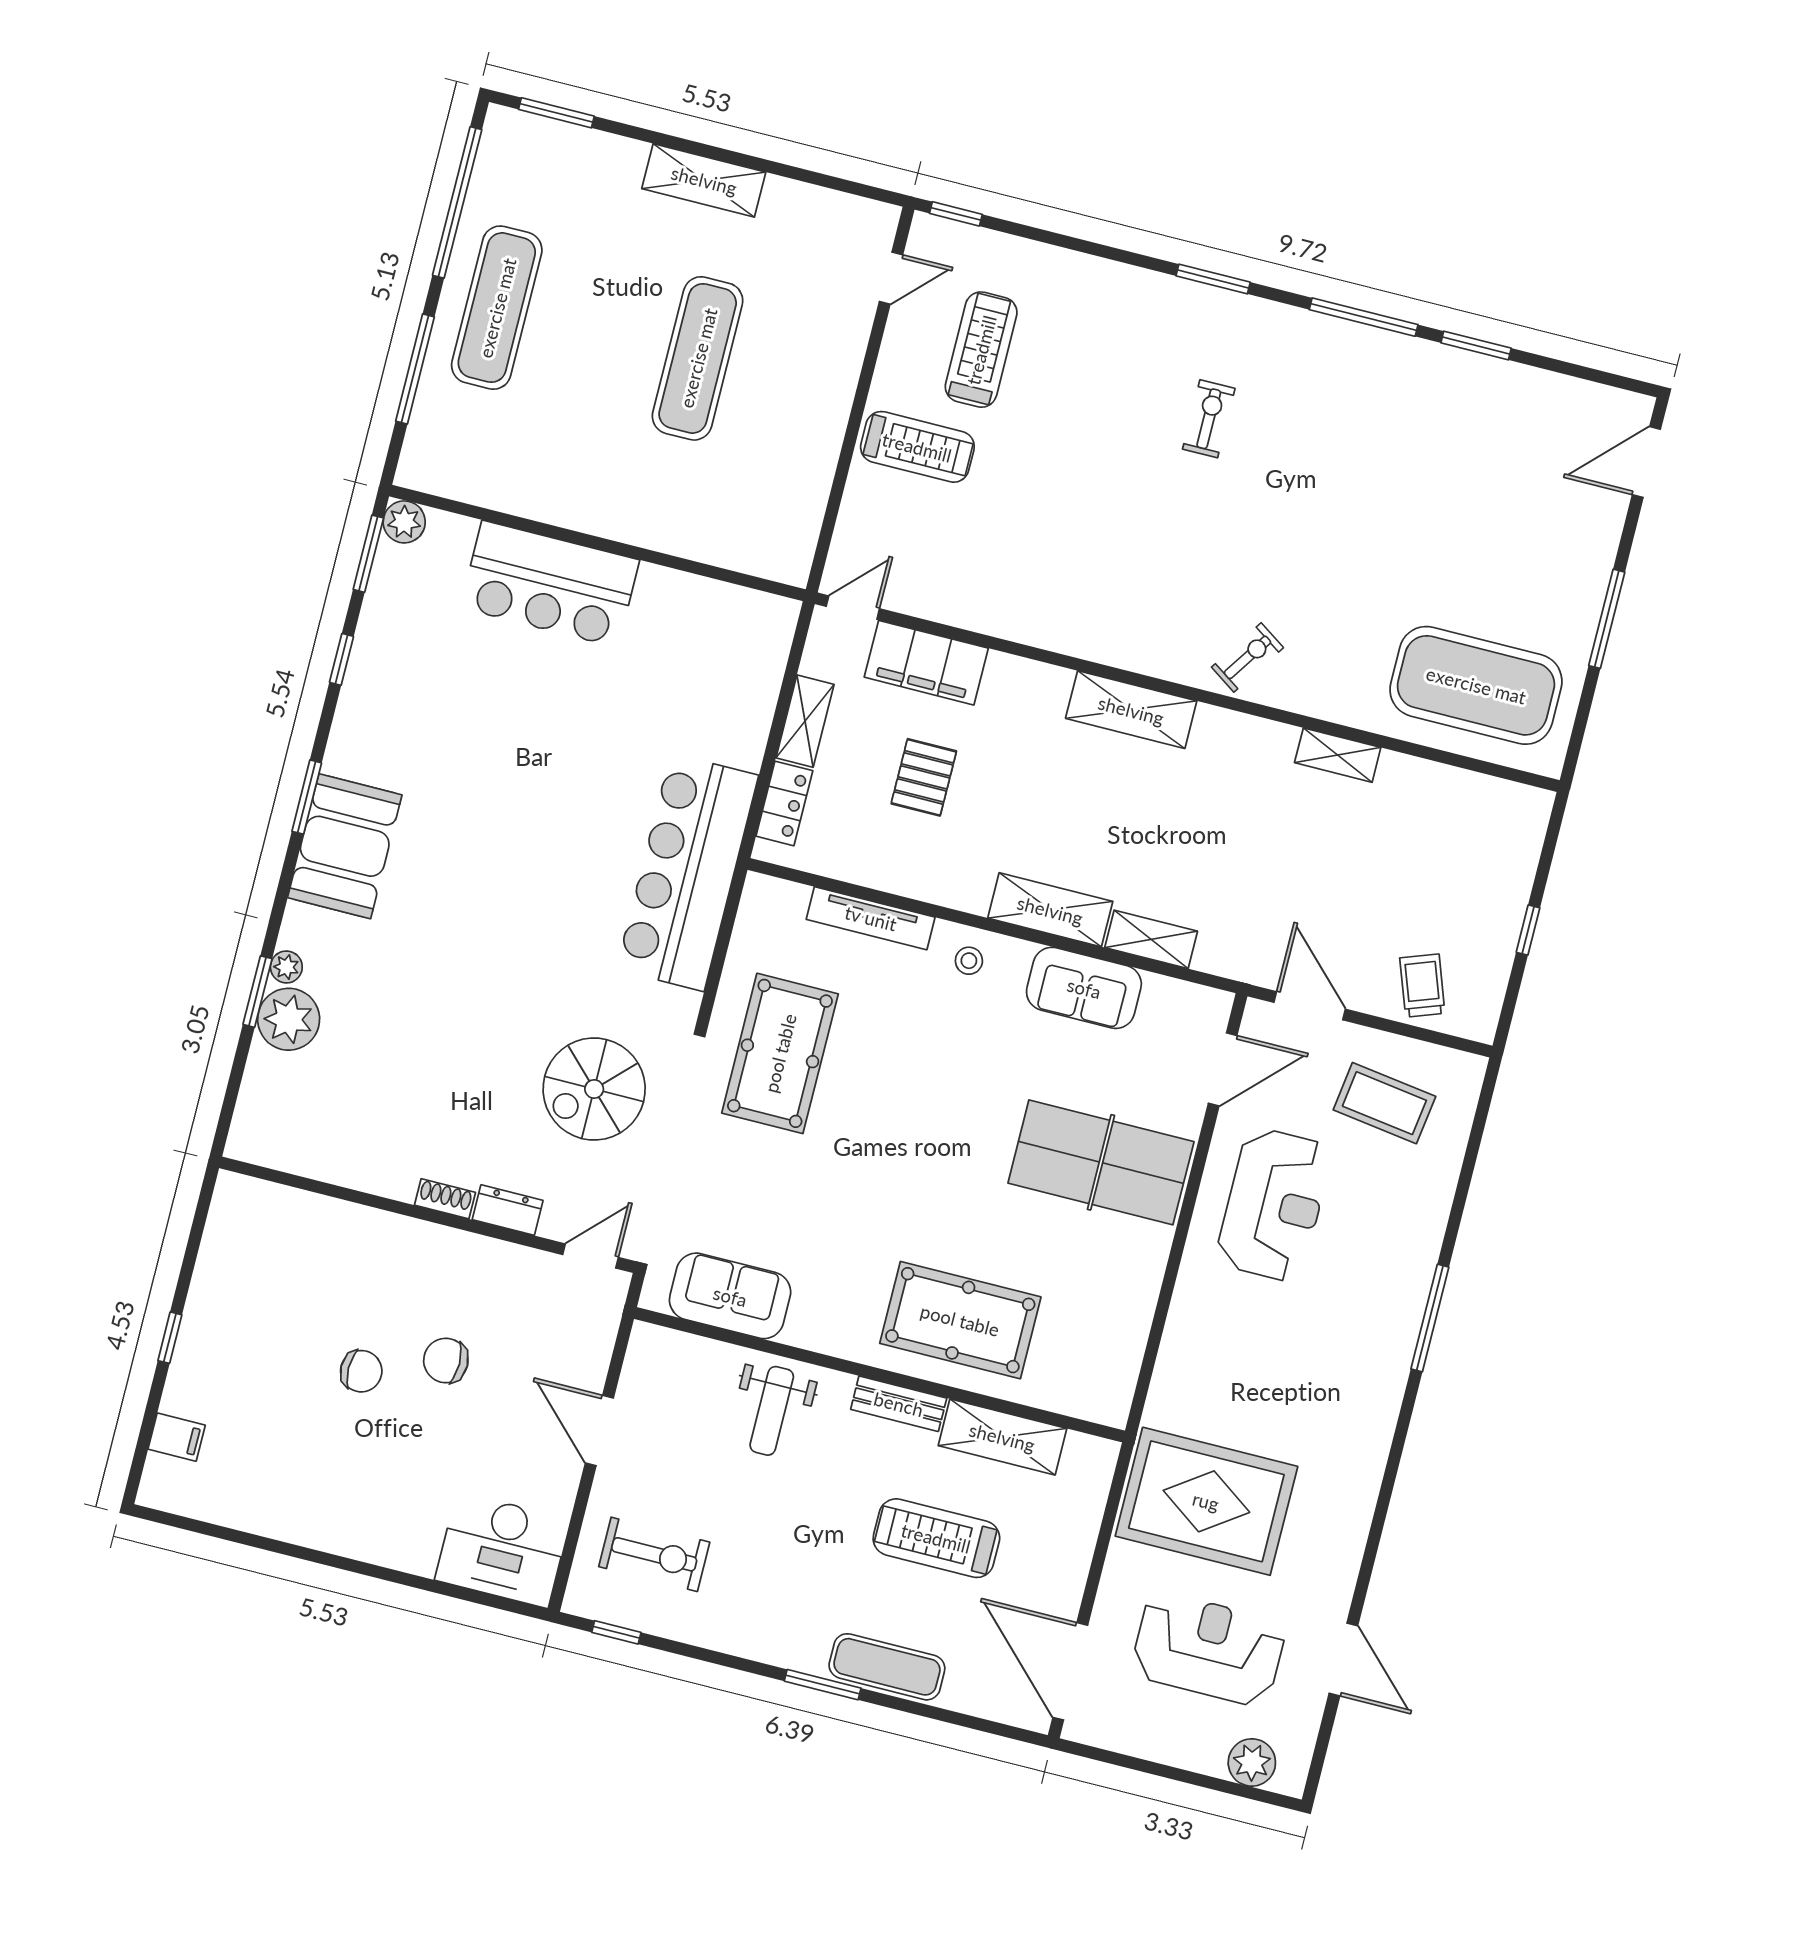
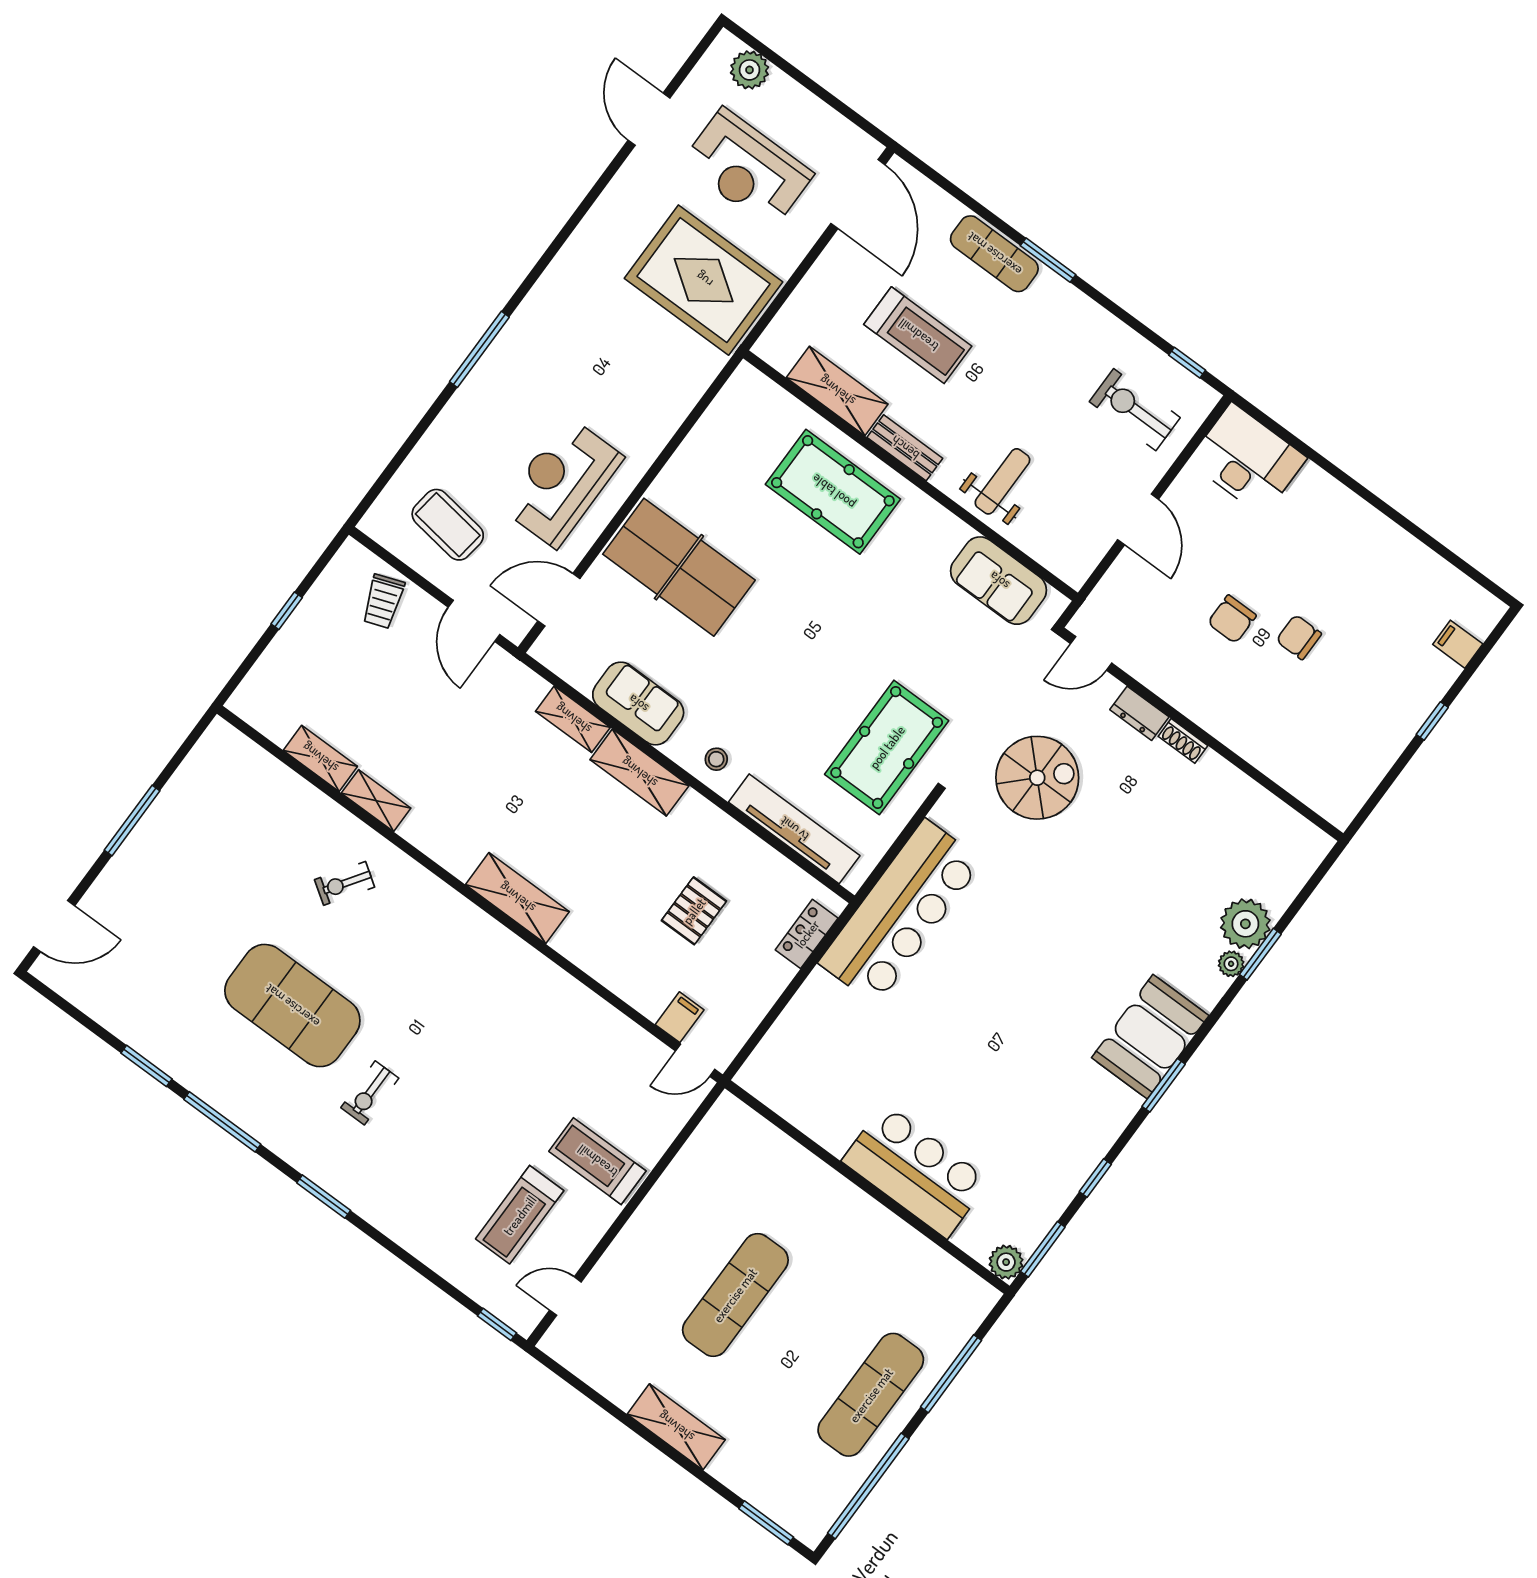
exercise bike: (1247, 657) -> (345, 883), moved
filing cabinet: (926, 663) -> (680, 1017), width x0.33, depth x0.86
exercise mat: (1476, 685) -> (292, 1006), moved
shelving: (805, 721) -> (320, 758), moved, turned 90
tv unit: (871, 918) -> (794, 829), width x1.36, depth x1.29
chair: (446, 1361) -> (1232, 619), turned 90

